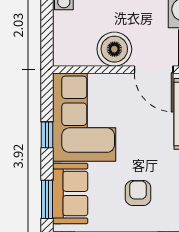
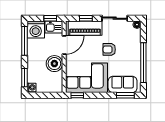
window: (47, 135) -> (77, 95), moved
armchair: (138, 193) -> (109, 49), moved

